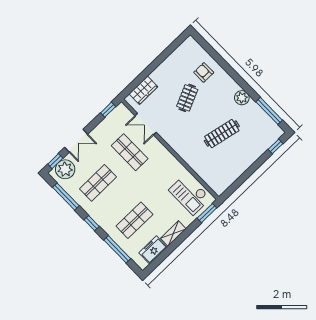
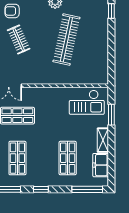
clothes rail: (222, 134) -> (66, 40), width x1.37, depth x1.31
window: (207, 213) -> (111, 115), moved
window: (117, 249) -> (87, 189), moved

